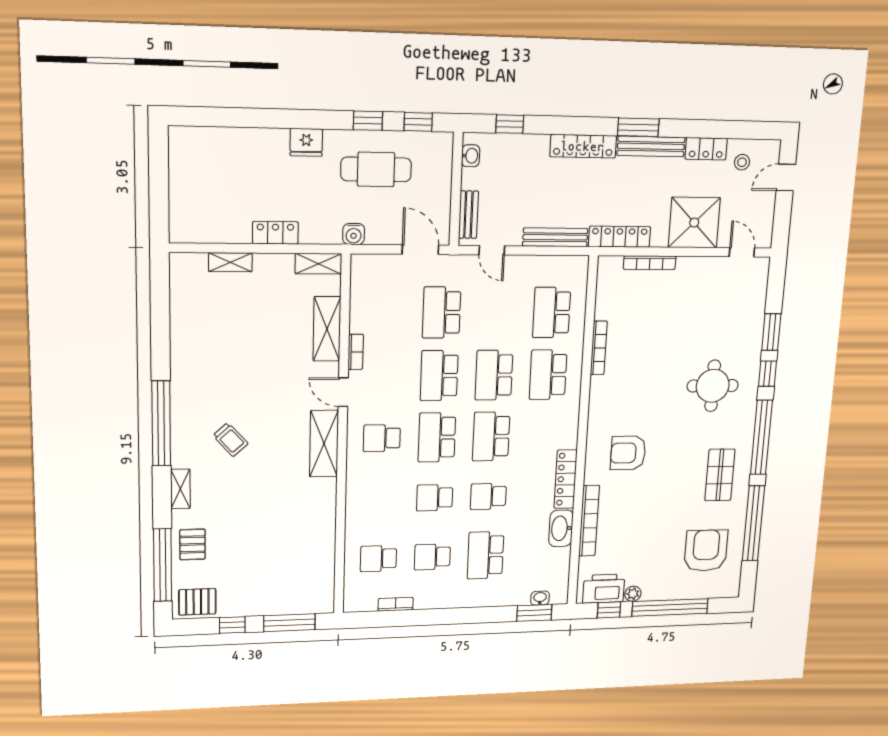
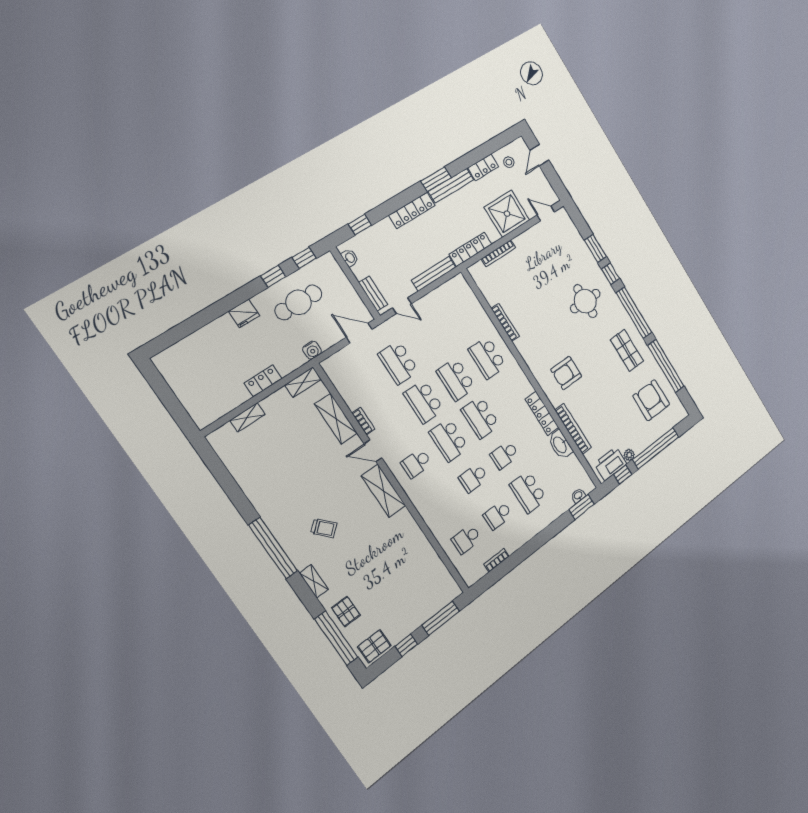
school desk: (552, 312) -> (463, 320), removed

